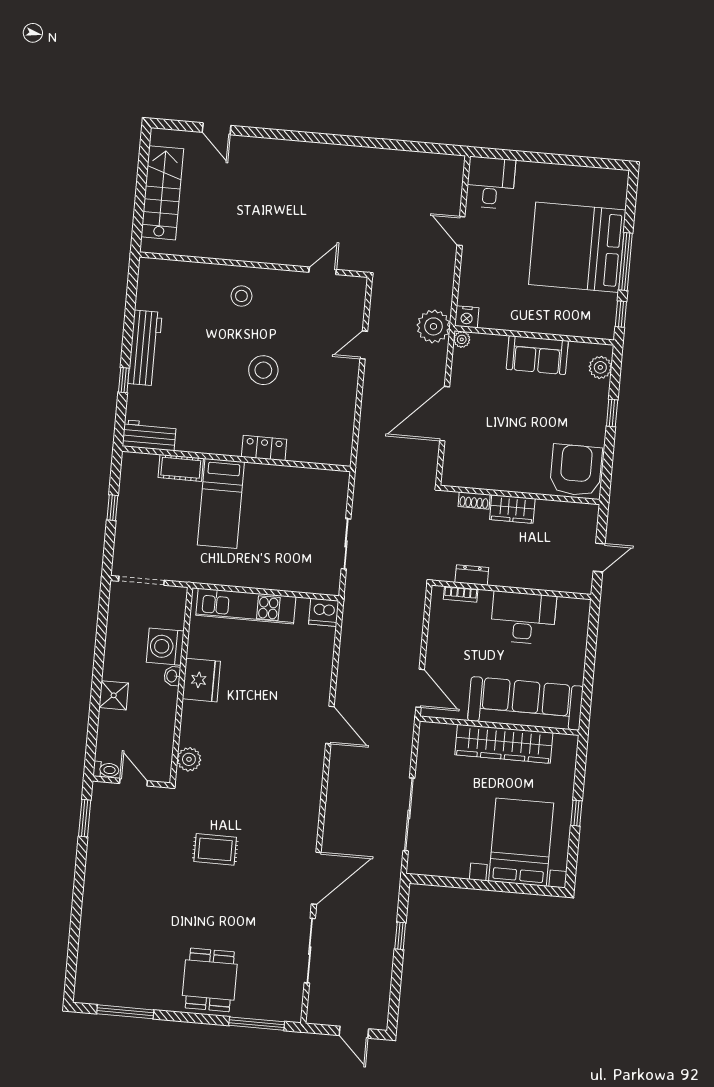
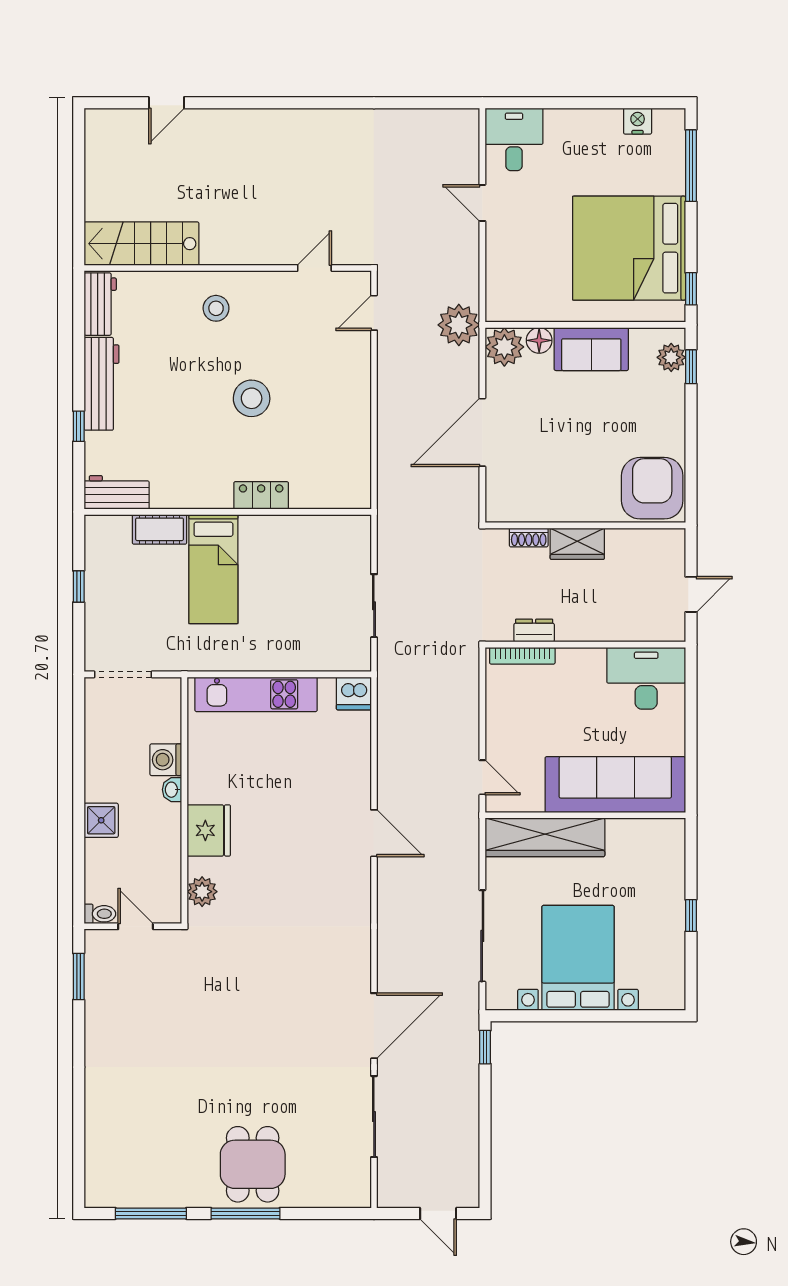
door: (217, 129) -> (166, 103), hinge flipped
stairs: (162, 193) -> (142, 244), moved, turned -90
bed: (577, 247) -> (629, 248), moved
window: (626, 261) -> (691, 166), moved
workbench: (150, 284) -> (100, 304), added
nightstand: (467, 317) -> (638, 121), moved, turned 180
plant: (462, 339) -> (504, 347), width x1.88, depth x1.88
floor lamp: (496, 344) -> (539, 340), added
door: (364, 345) -> (374, 313), moved
window: (612, 413) -> (691, 367), moved
bookcase: (461, 594) -> (522, 656), width x1.56
desk: (523, 618) -> (646, 678), moved
washing machine: (165, 647) -> (166, 760), width x0.73, depth x0.73
fridge: (201, 680) -> (209, 830), moved
door: (420, 688) -> (482, 777), width x0.73
wardrobe: (504, 744) -> (545, 837), moved
bed with nightstands: (521, 842) -> (578, 958), moved
rug: (215, 849) -> (245, 1001), removed
window: (400, 936) -> (485, 1047), moved
window: (257, 1024) -> (245, 1213), moved

